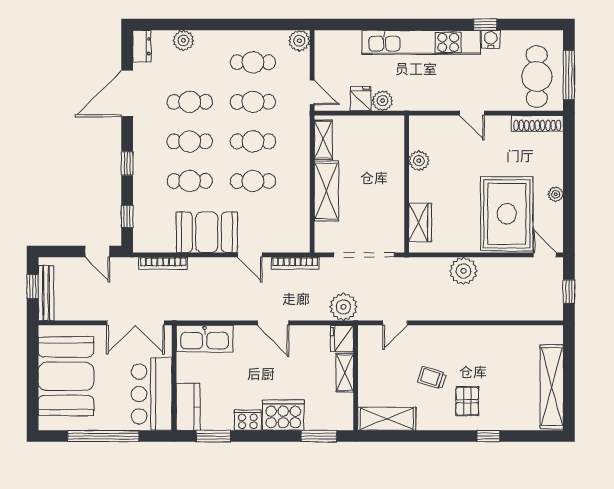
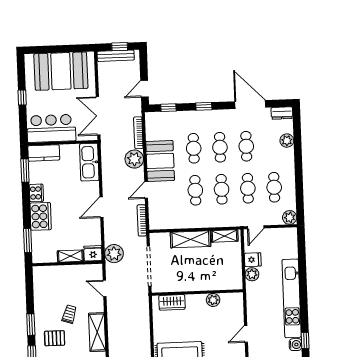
plant: (463, 271) -> (134, 159), moved
shelving: (387, 419) -> (97, 332), moved
window: (103, 436) -> (22, 98), width x0.32
window: (445, 436) -> (31, 325), added

